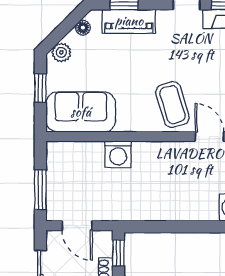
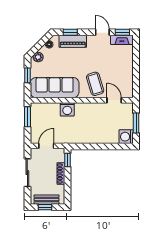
sofa: (81, 112) -> (55, 88), width x1.36
window: (40, 190) -> (27, 117), moved
door: (77, 226) -> (46, 146), swing flipped

